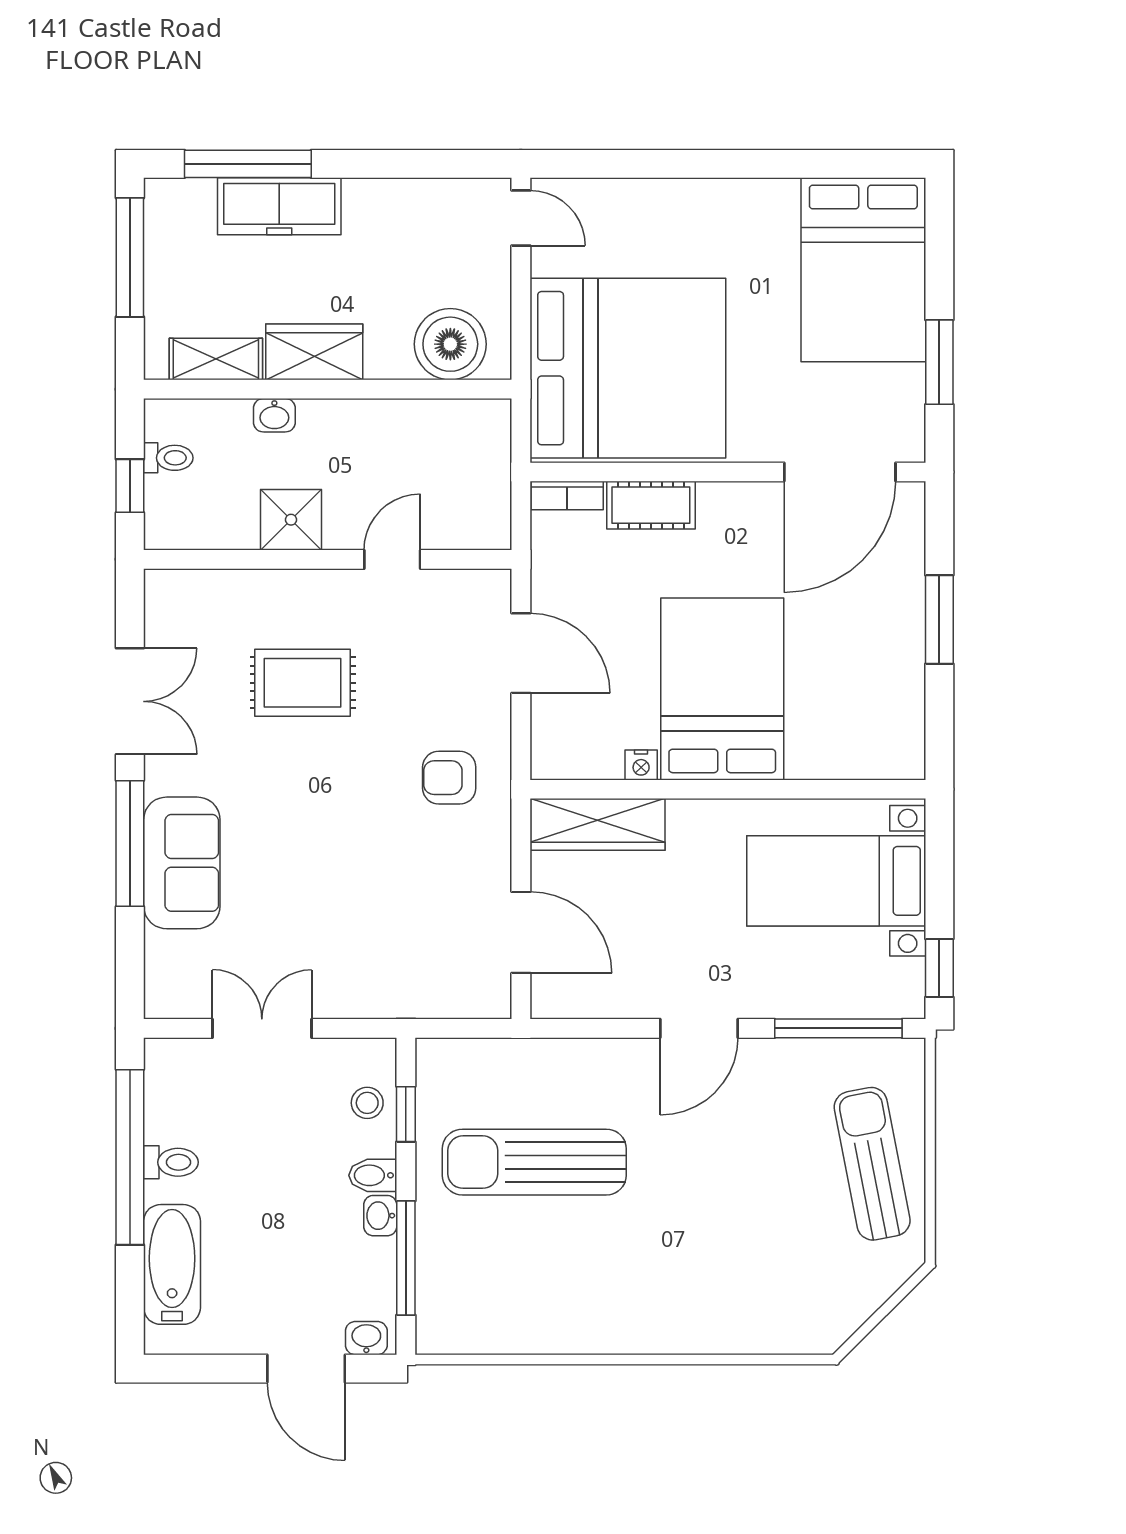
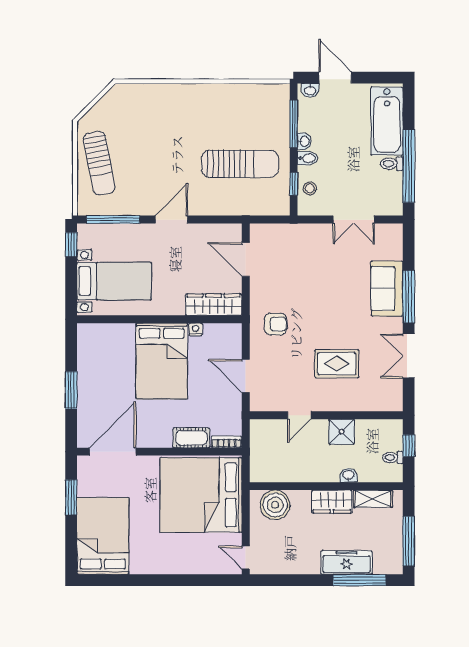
bathtub: (172, 1264) -> (387, 121), width x1.36, depth x1.36

